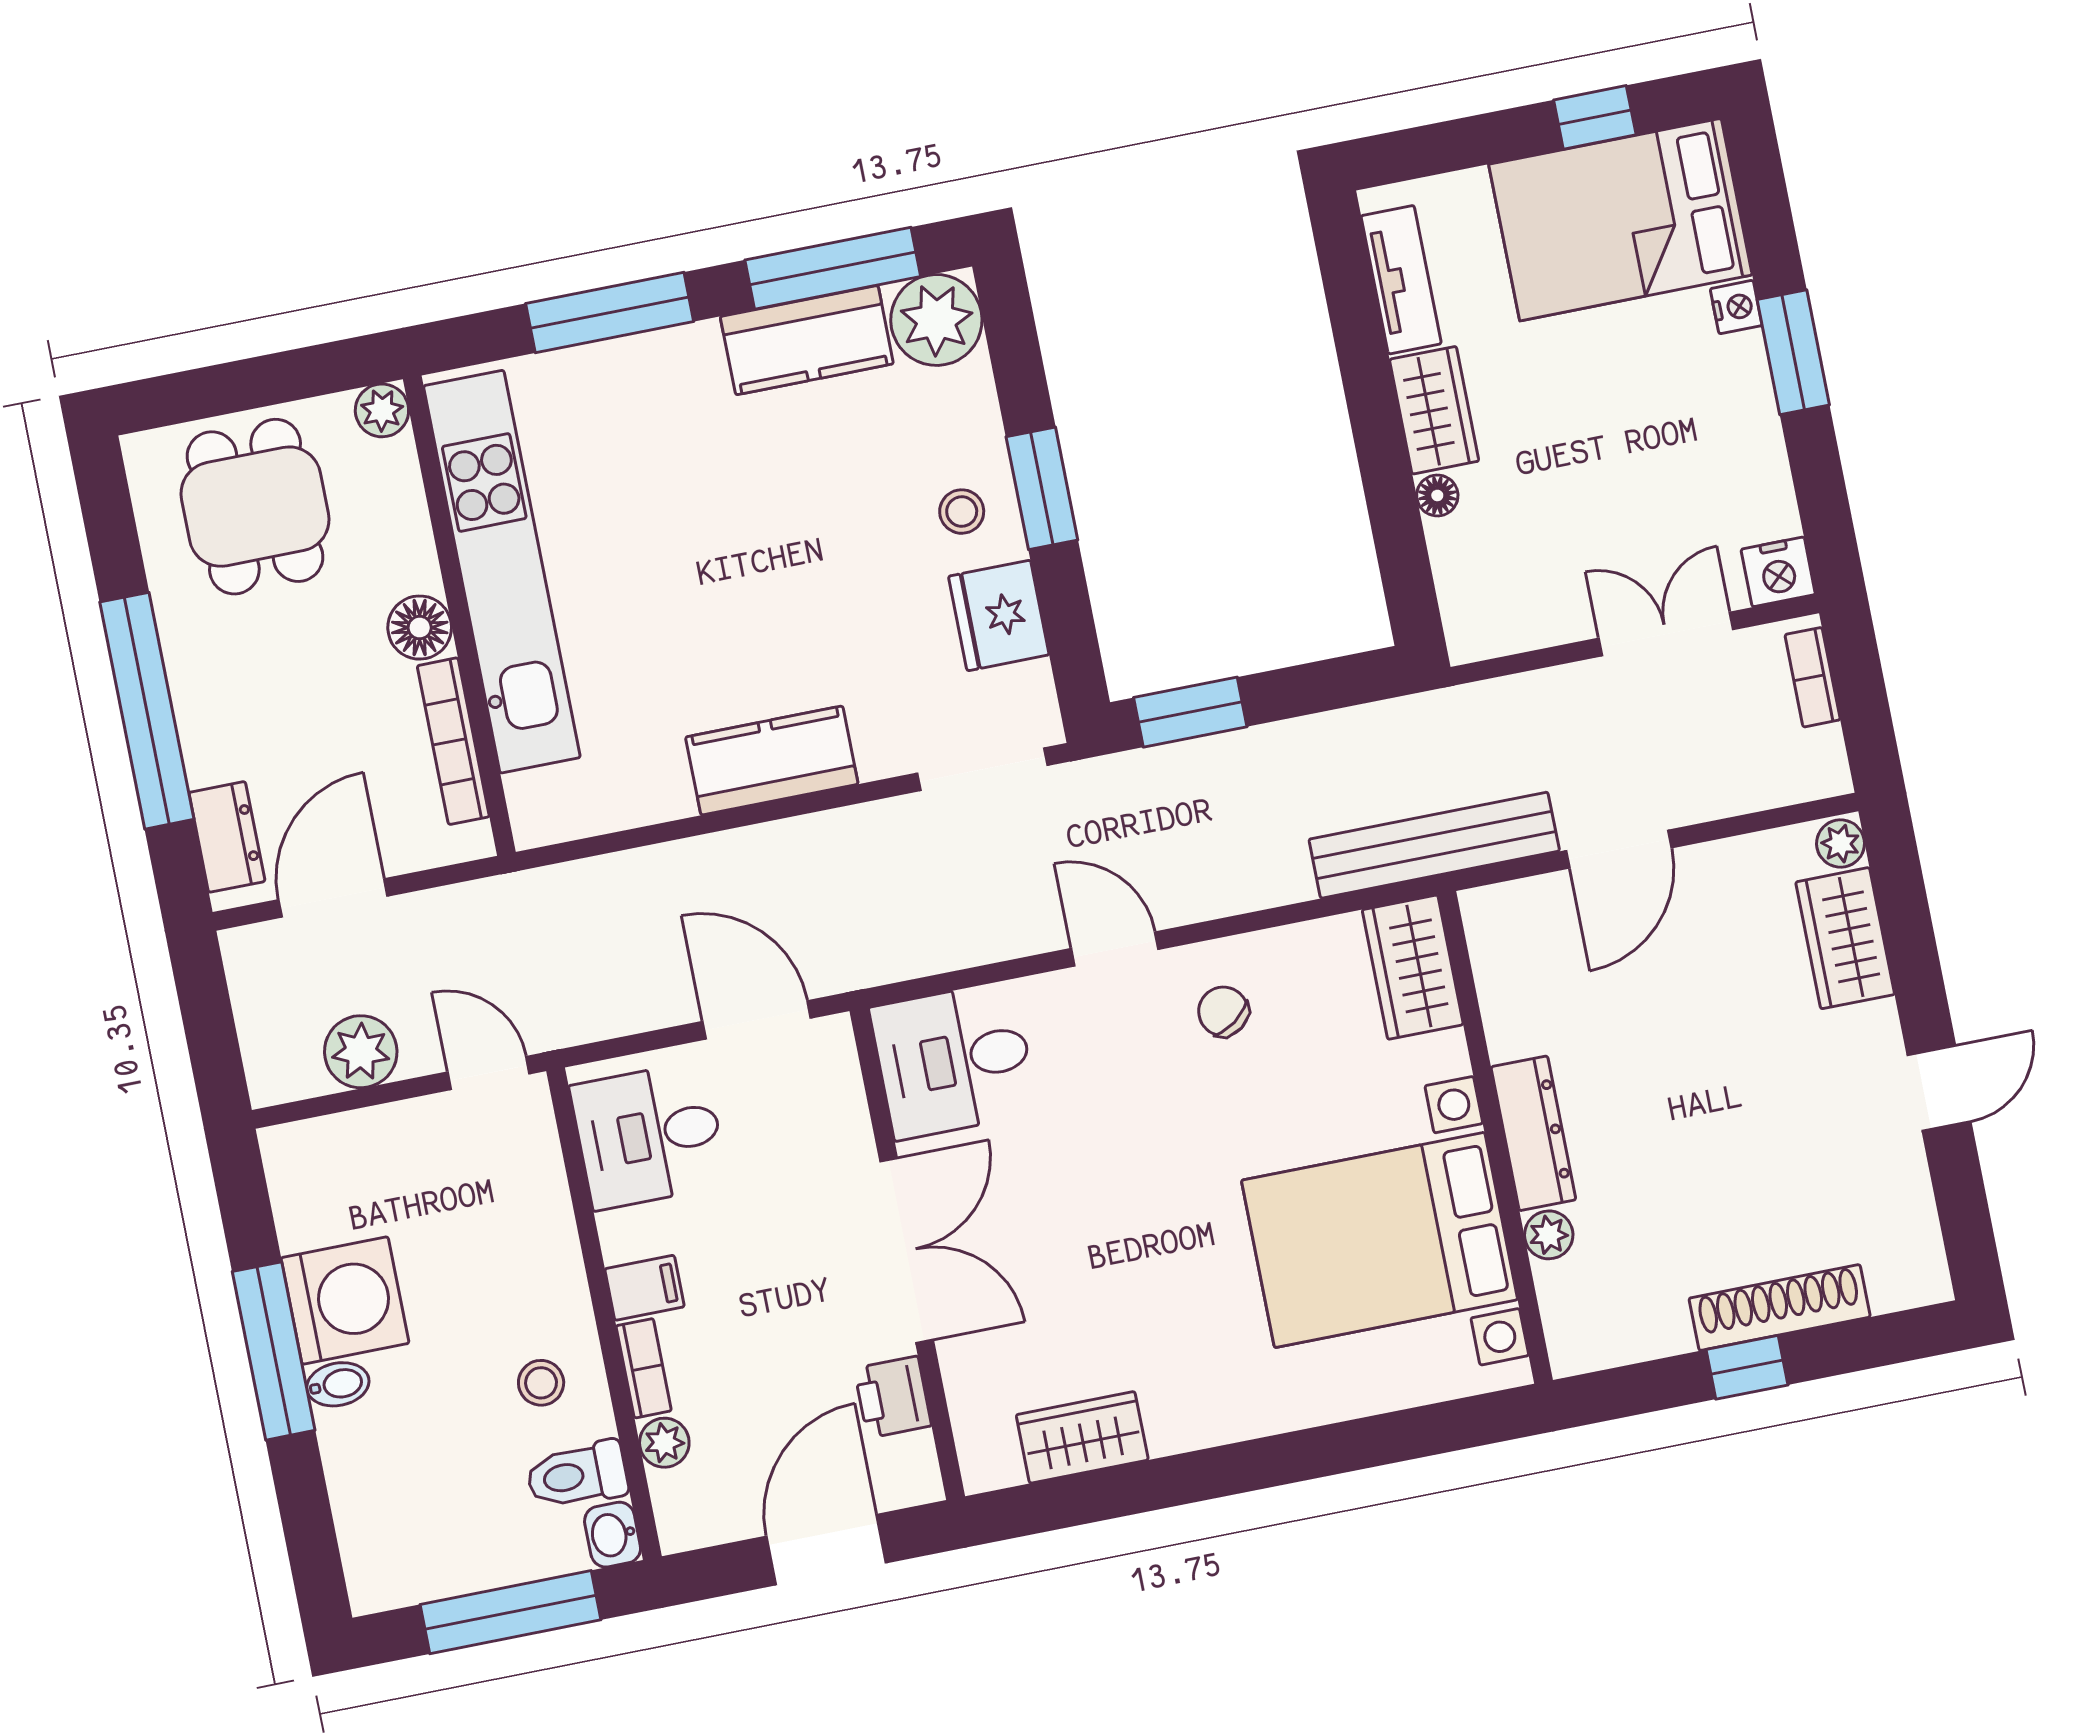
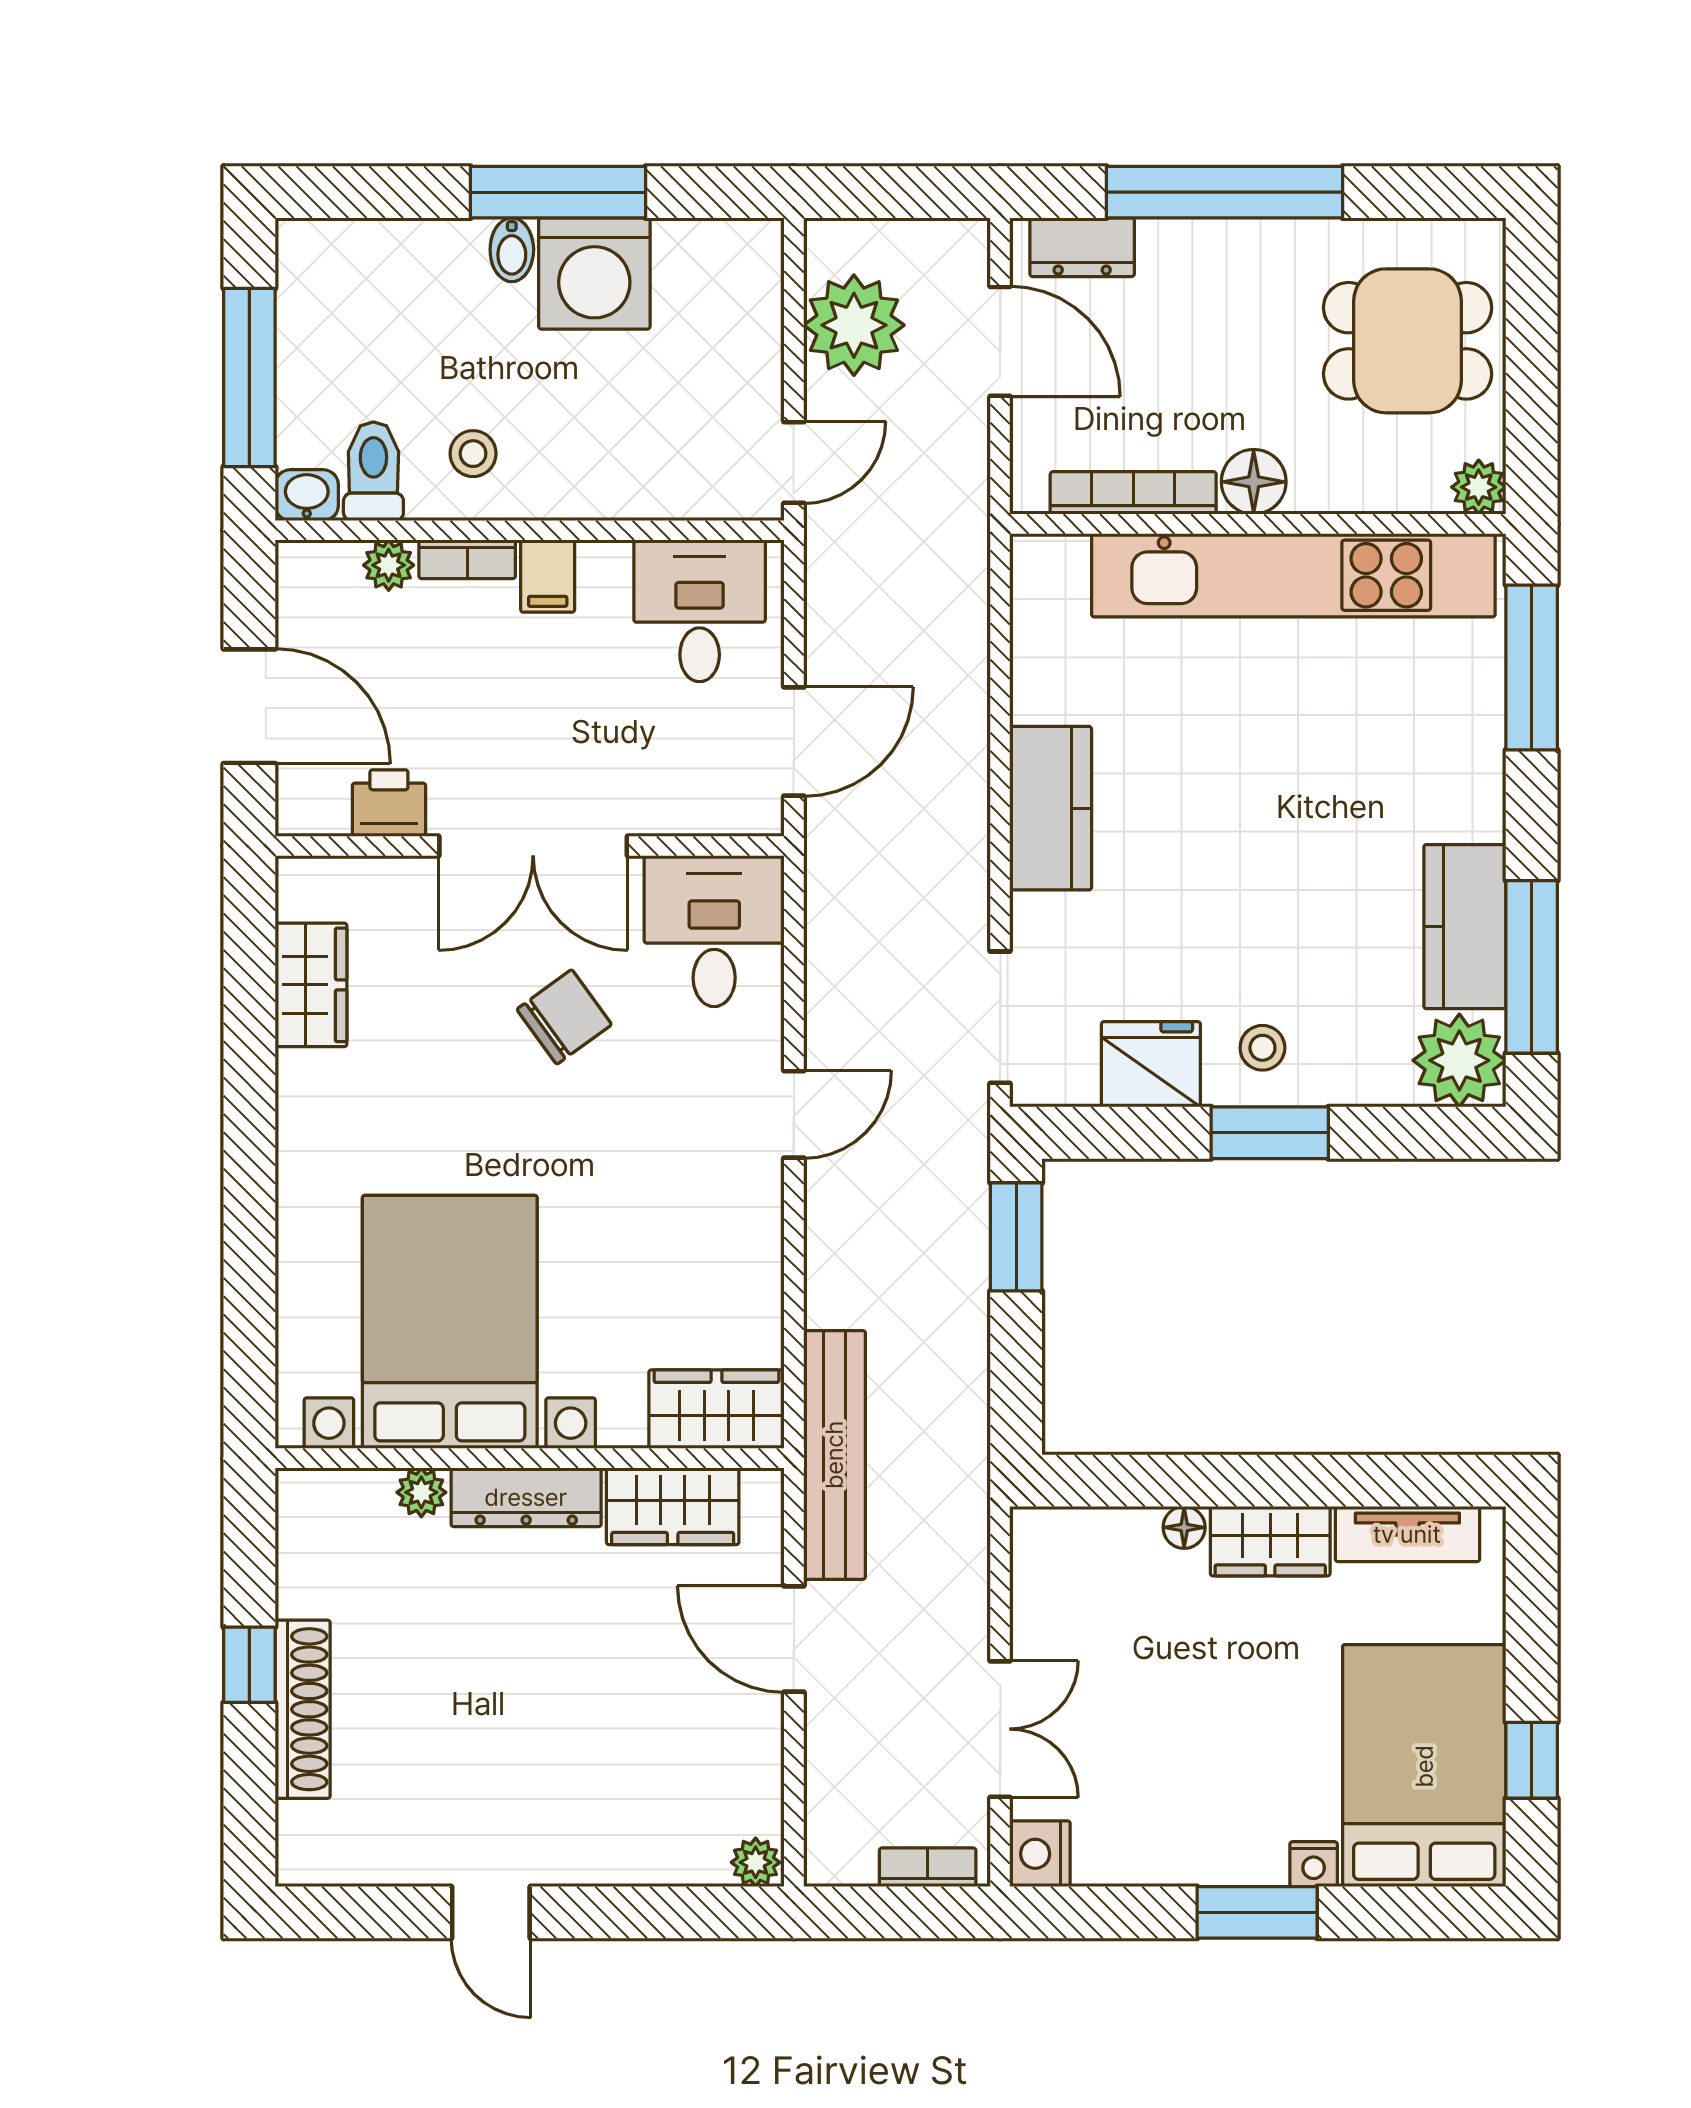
window: (610, 312) -> (1532, 668), moved
wardrobe: (1845, 938) -> (673, 1506), moved, turned 180
chair: (1223, 1011) -> (564, 1017), moved, width x1.37, depth x1.37
plant: (361, 1052) -> (854, 325), width x1.36, depth x1.36

